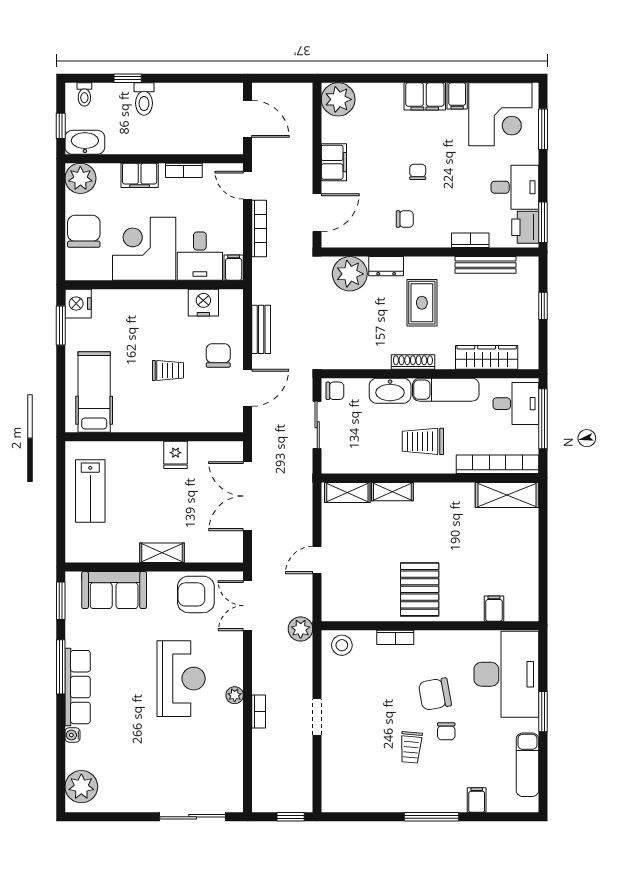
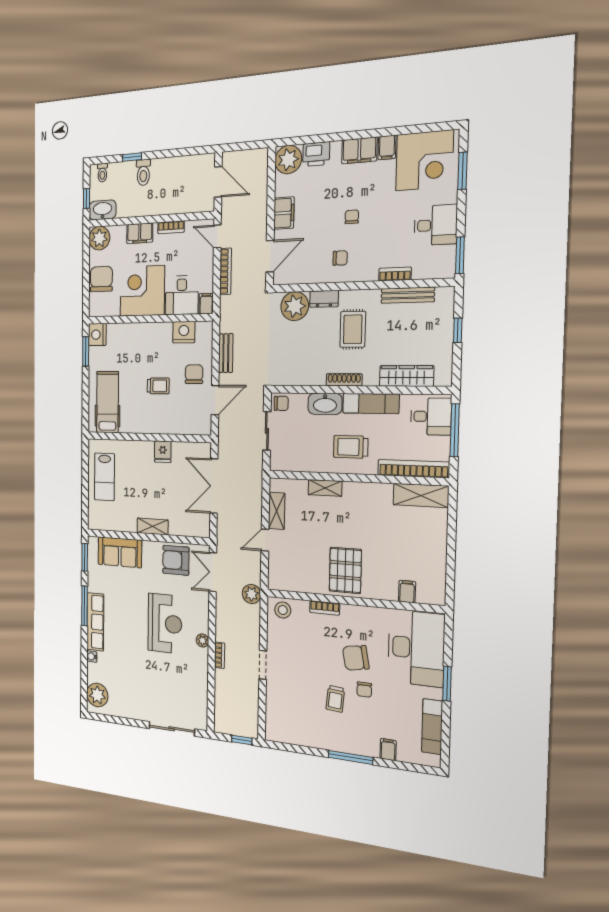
printer: (525, 227) -> (316, 154), moved, turned -90
shelving: (347, 492) -> (277, 511), moved, turned 90

